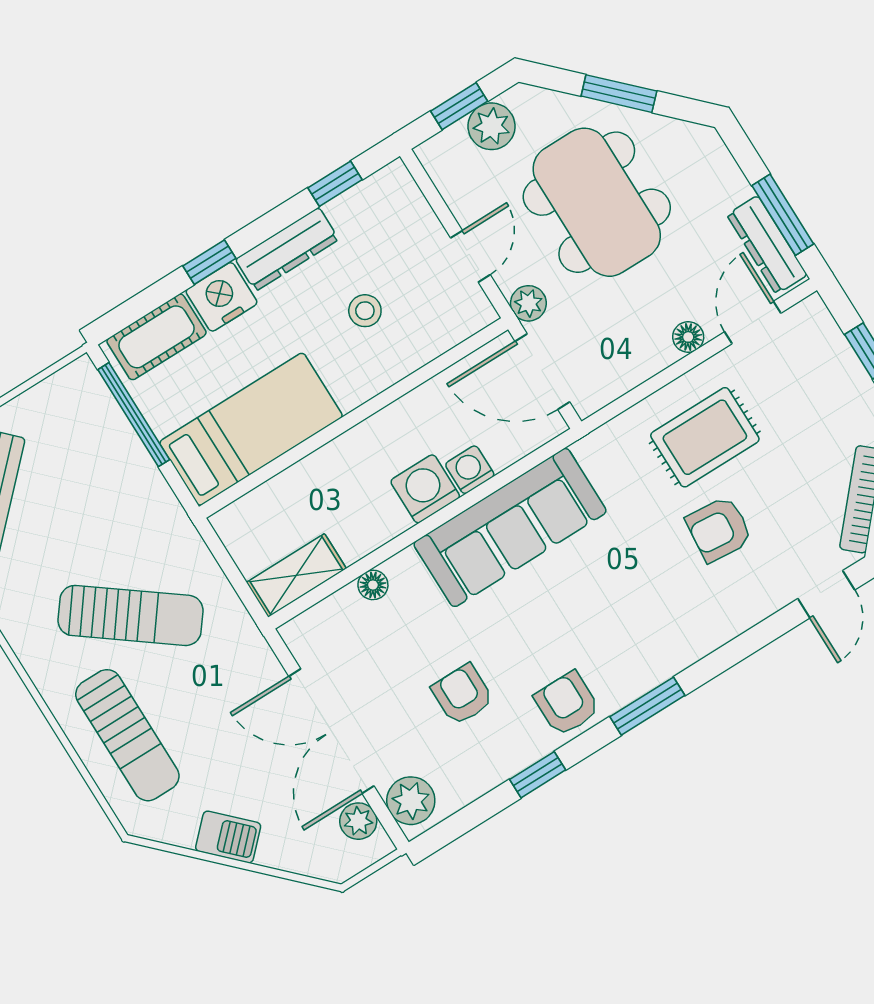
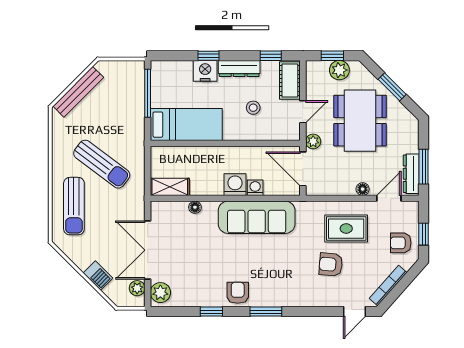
cot: (156, 337) -> (290, 81), moved, turned 90
armchair: (462, 695) -> (401, 243), moved, turned -90
barbecue: (228, 837) -> (98, 276), moved

